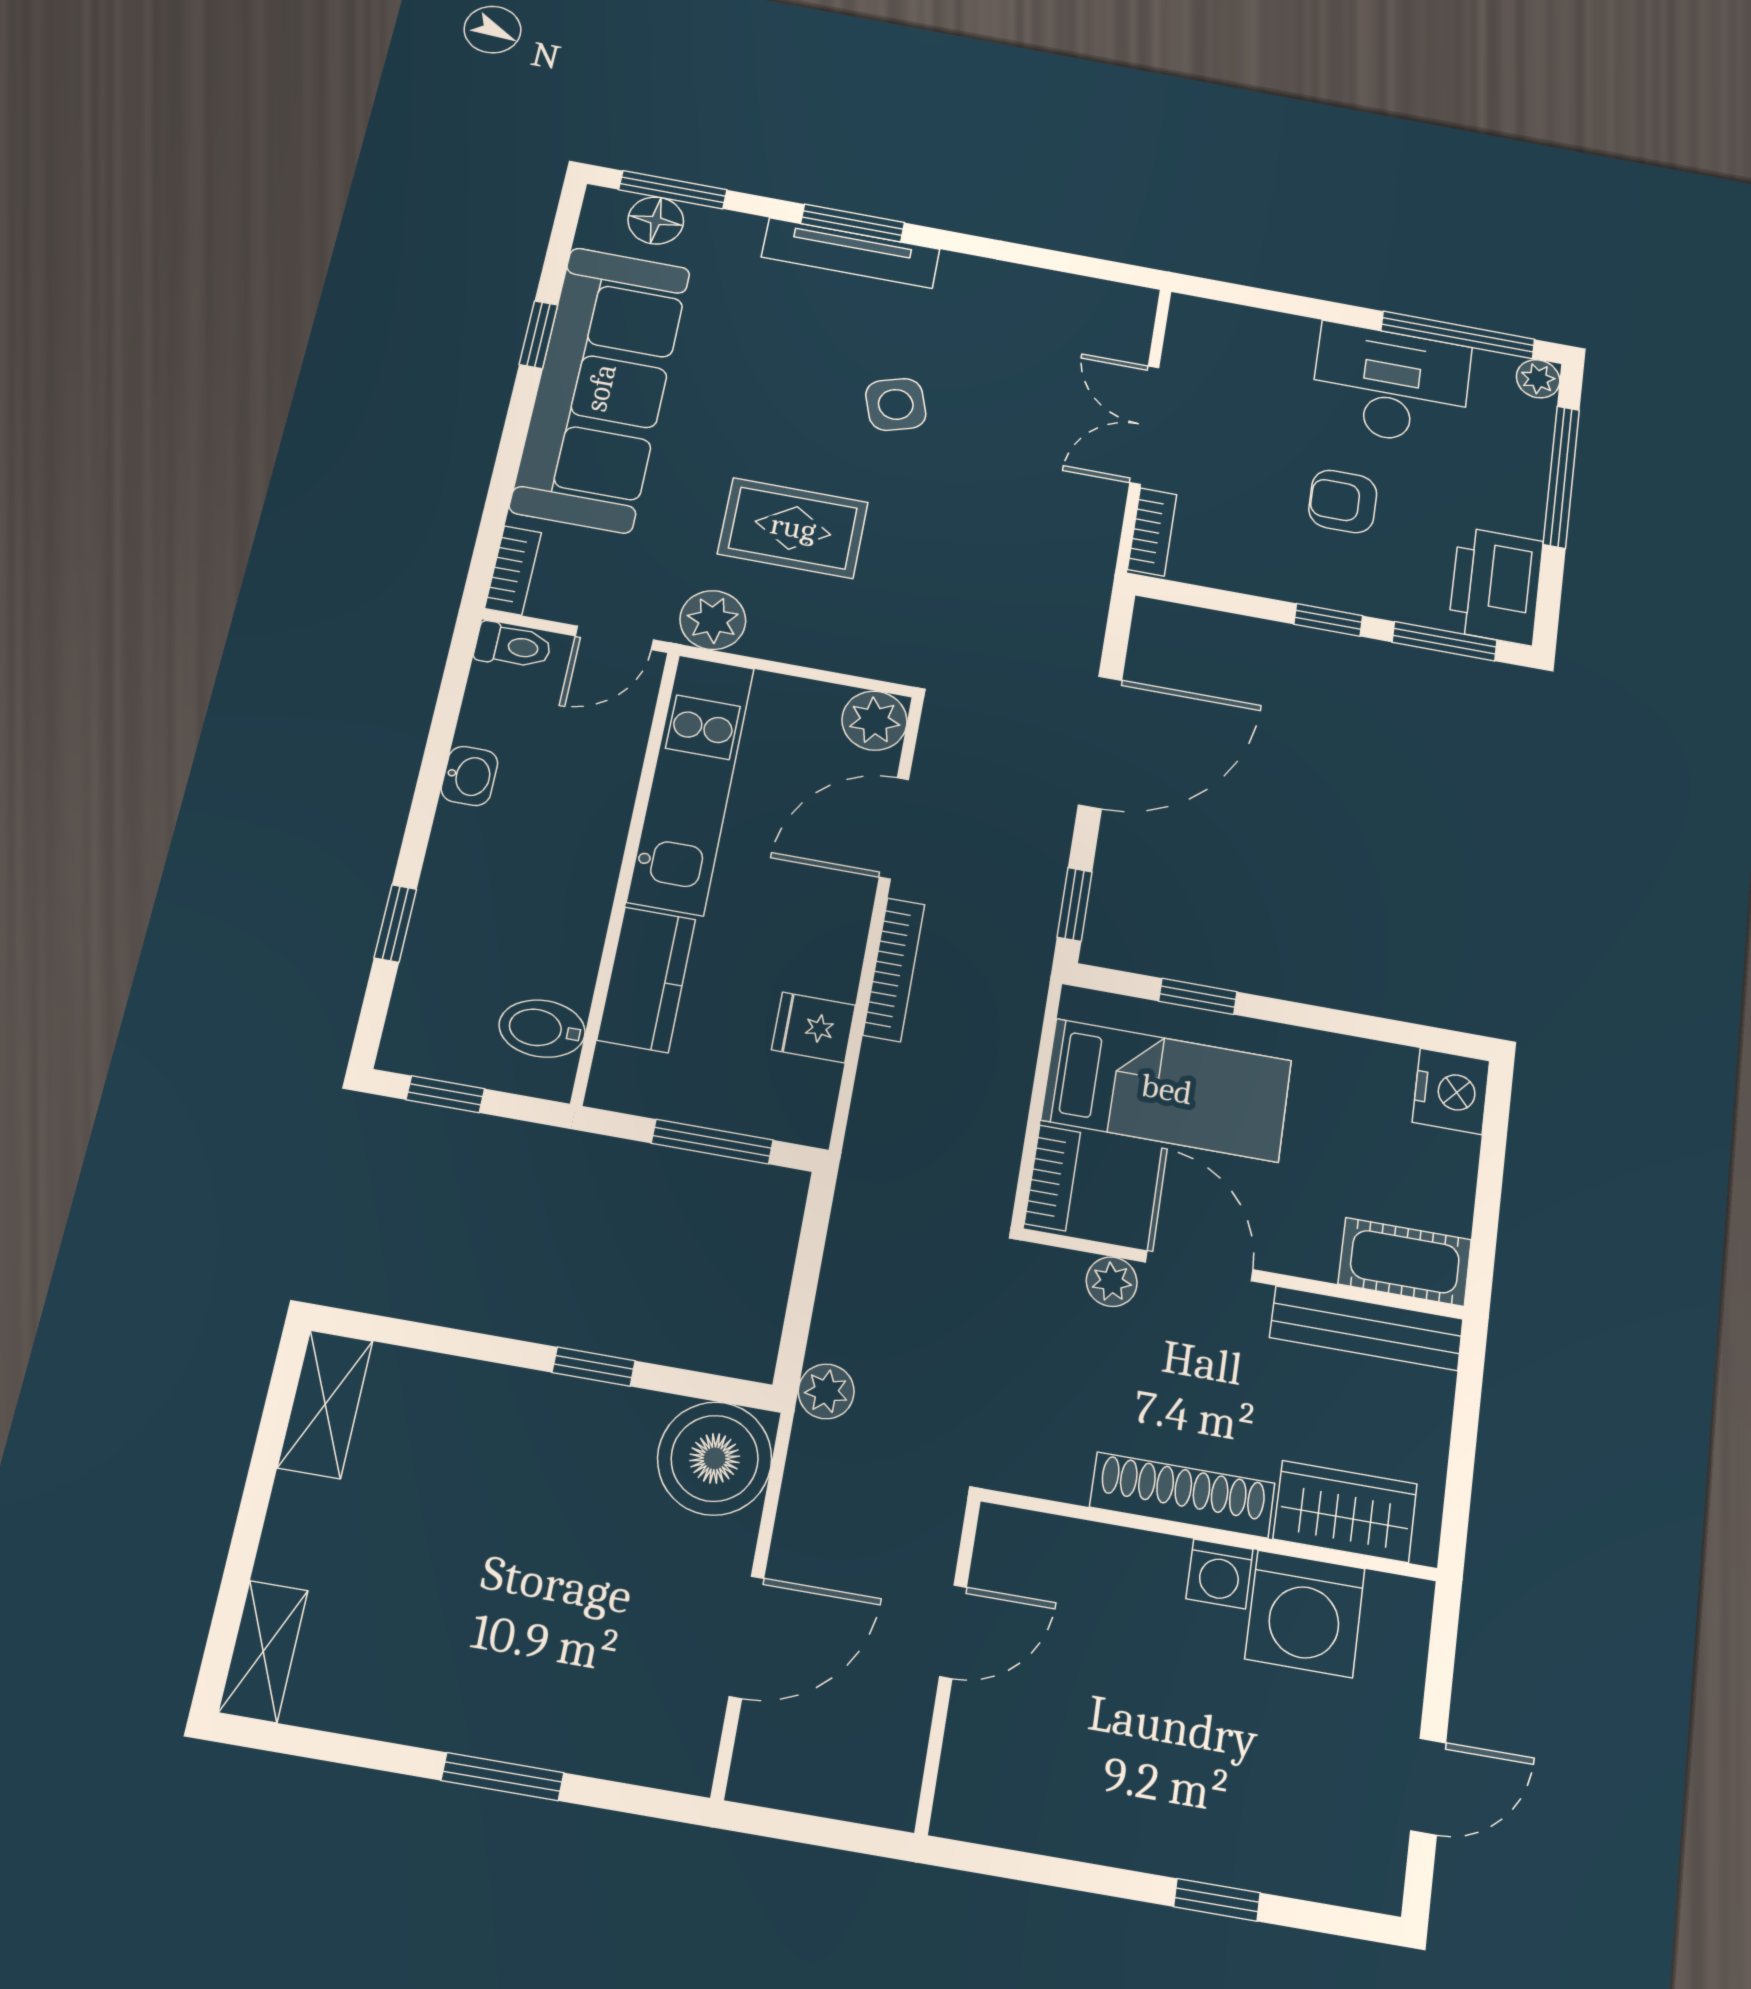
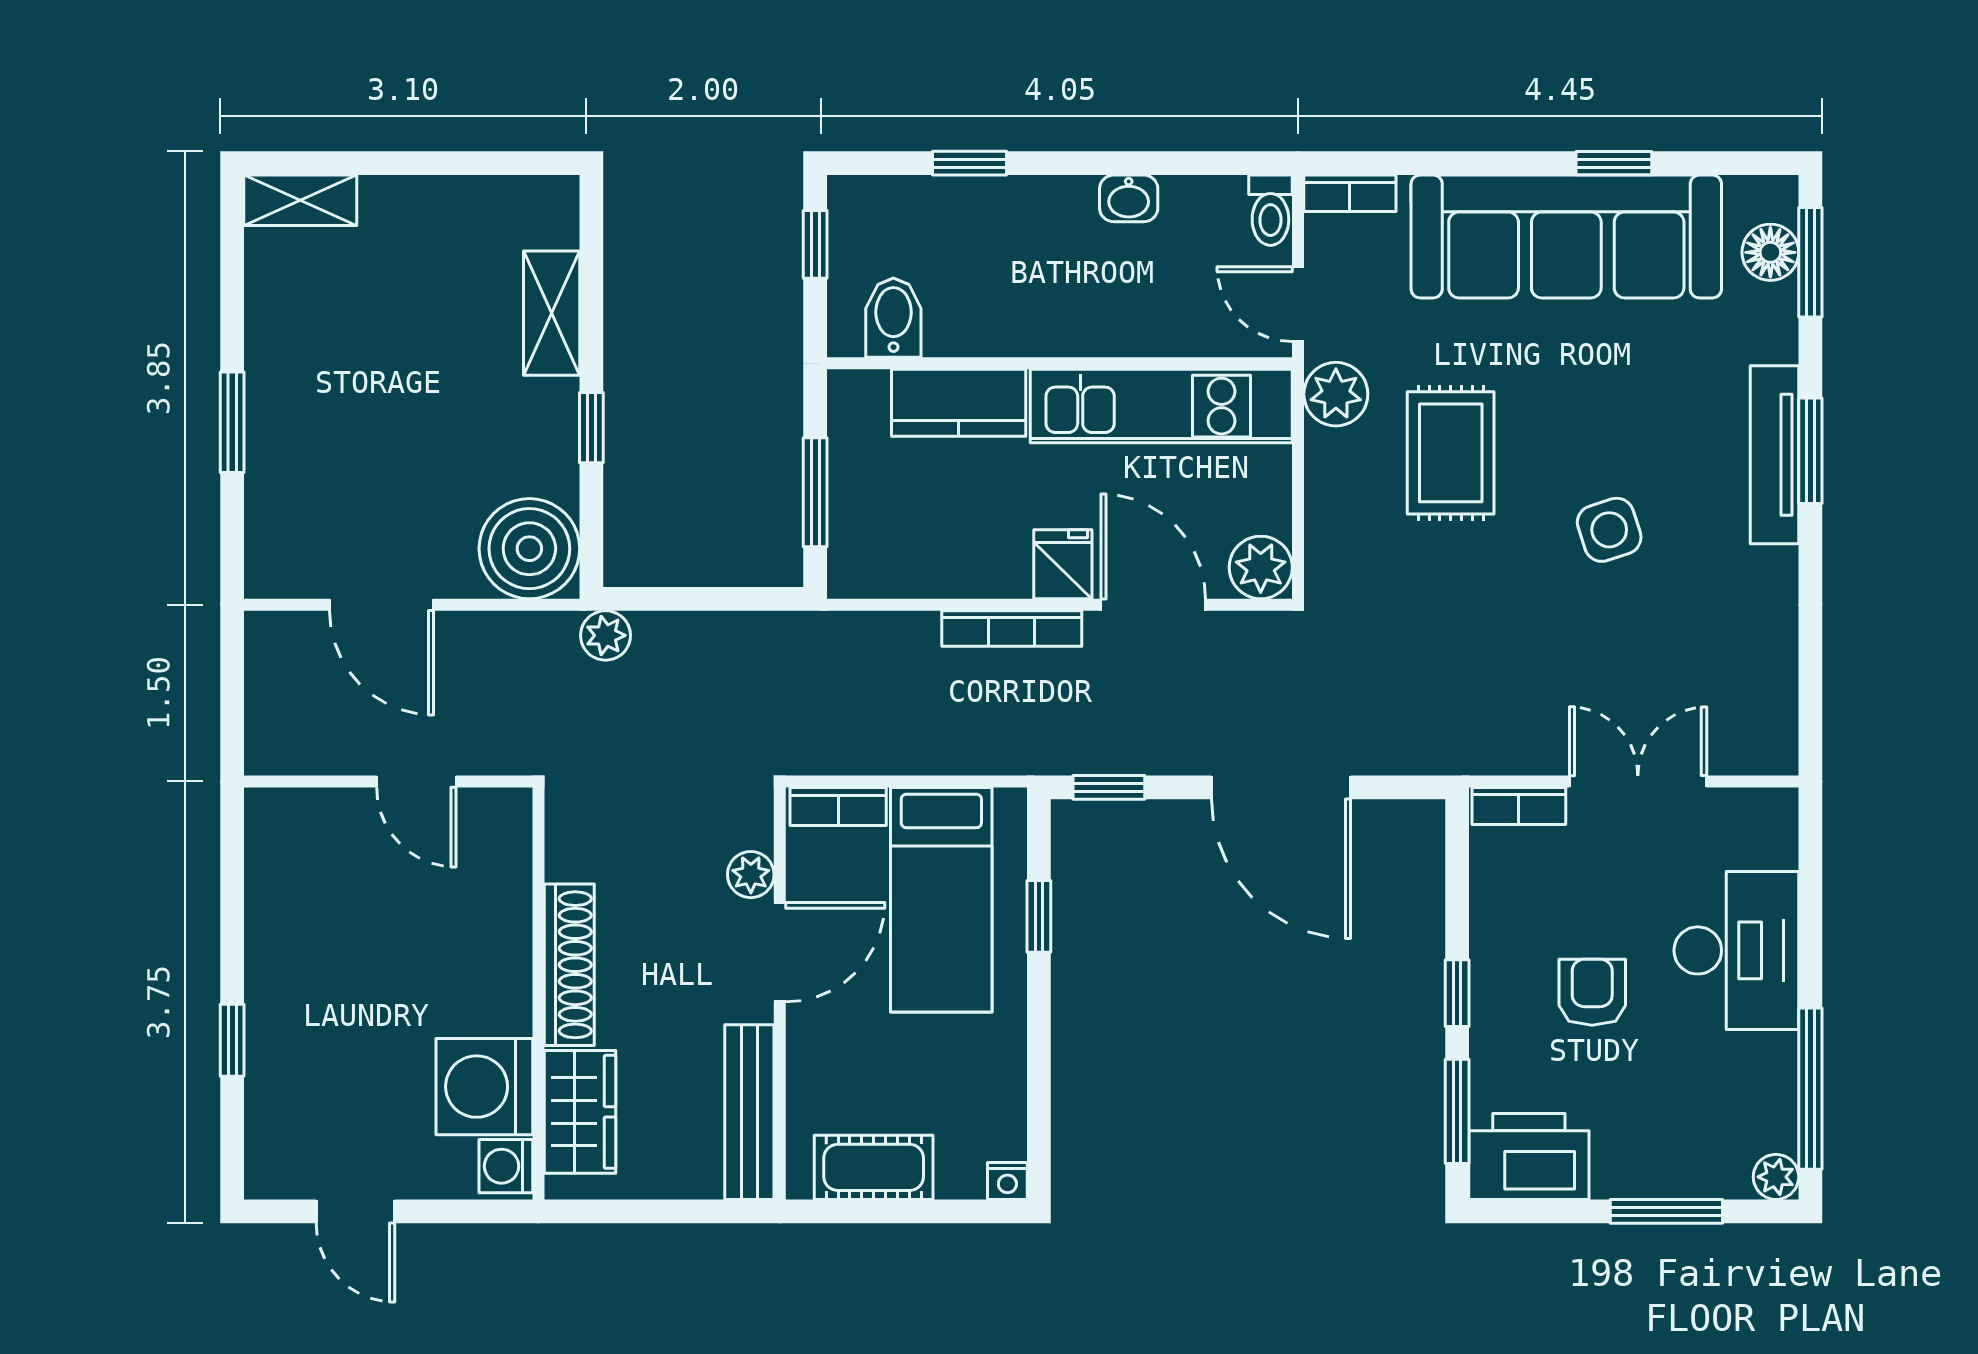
desk: (1391, 385) -> (1736, 950), moved
window: (1561, 477) -> (1666, 1211), width x0.69
fridge: (814, 1027) -> (1063, 564), moved
nightstand: (1451, 1091) -> (1007, 1181), width x0.53, depth x0.56
cot: (1405, 1262) -> (874, 1167), moved, turned 90
shelving: (325, 1404) -> (552, 313), moved, turned 90
washing machine: (1220, 1574) -> (506, 1166), moved

